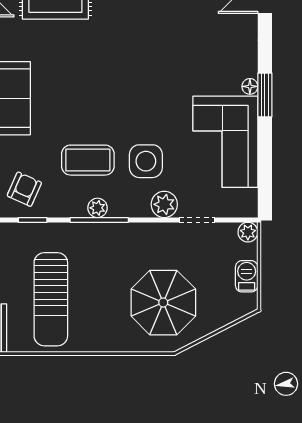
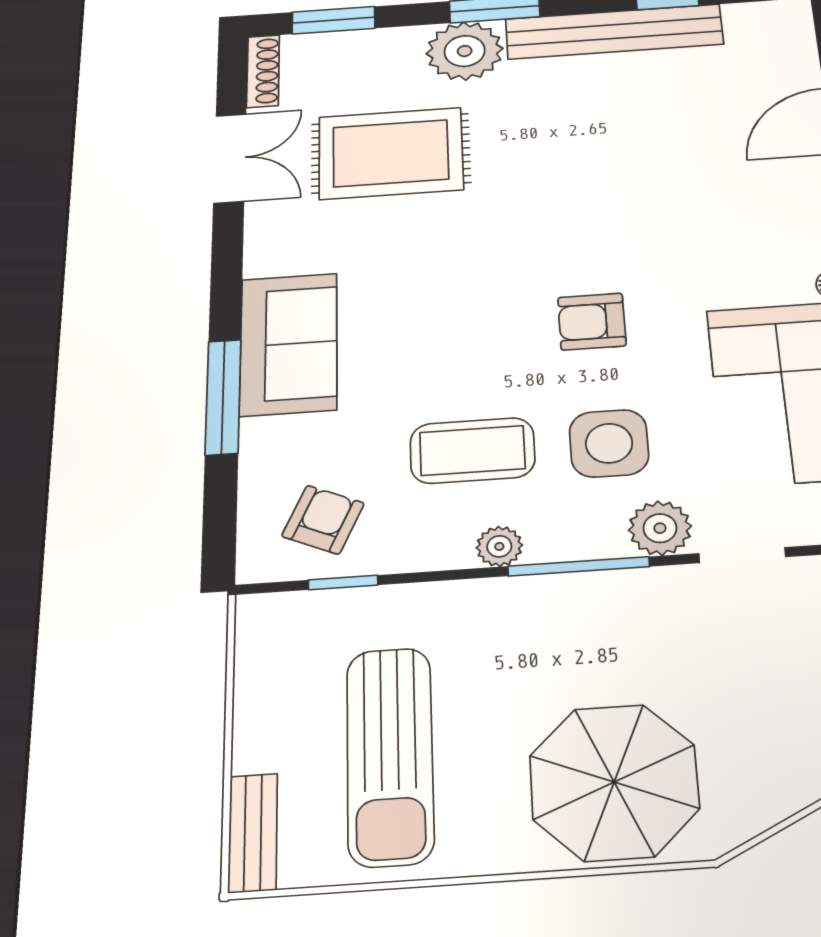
armchair: (142, 97) -> (592, 322), added
window: (99, 220) -> (579, 566), moved
parasol: (163, 303) -> (614, 782), moved

